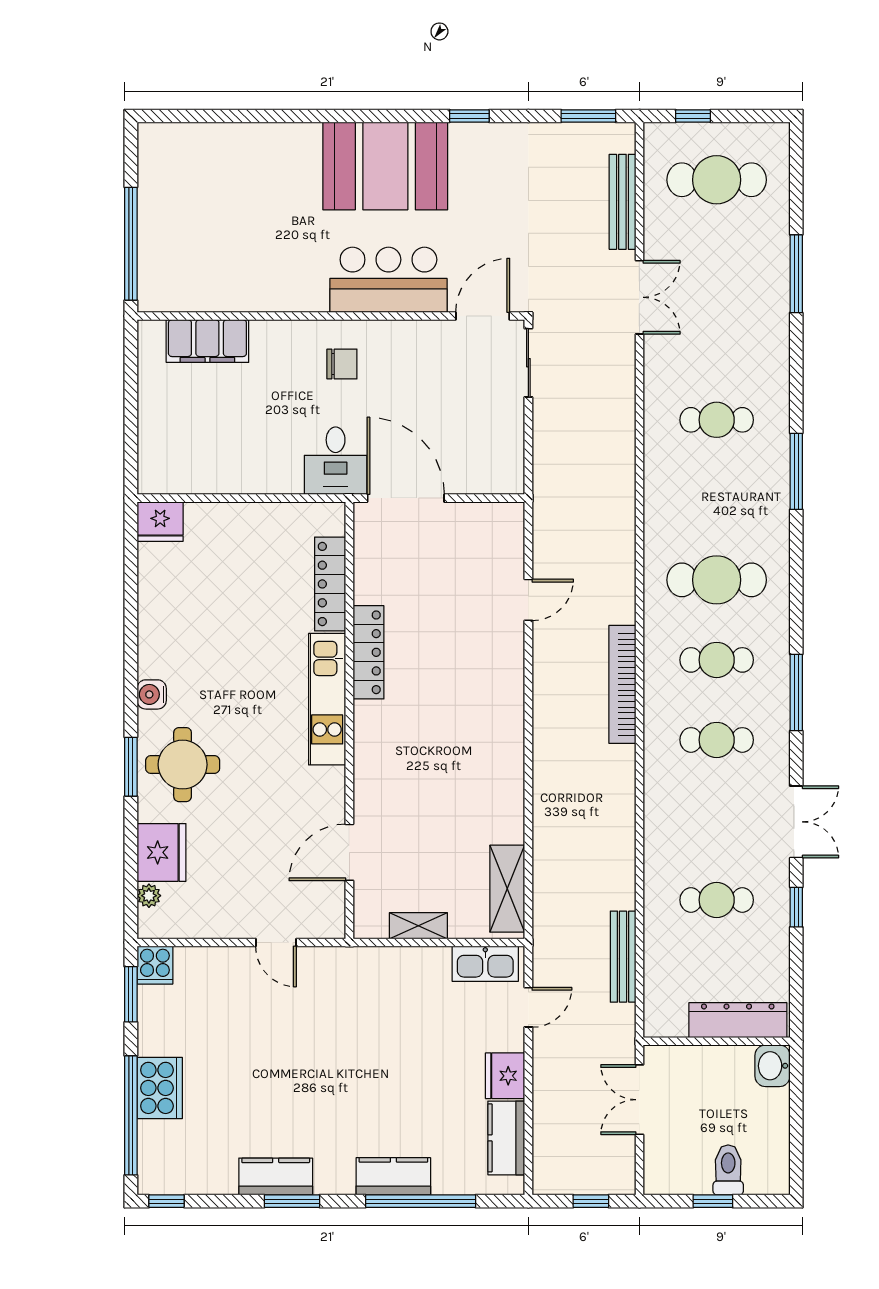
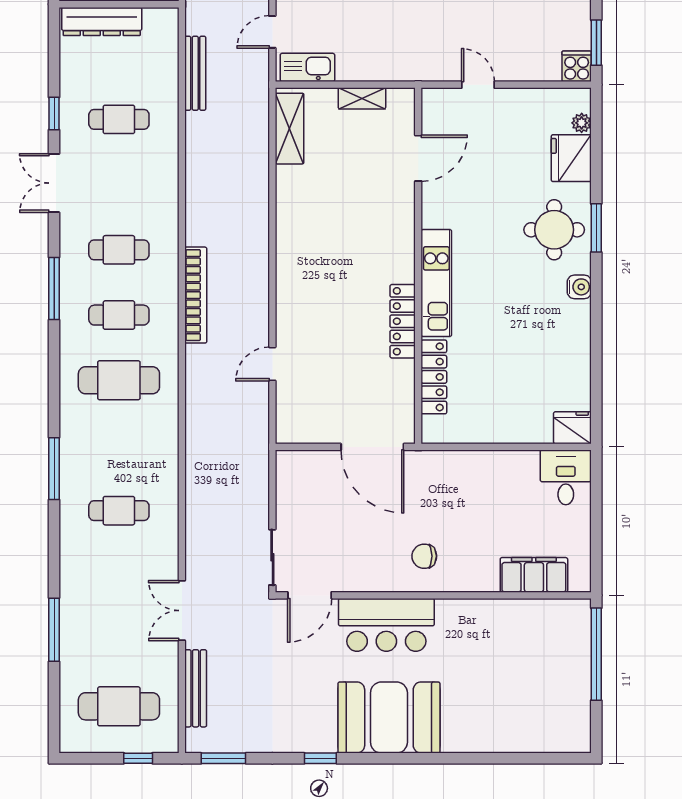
desk: (336, 461) -> (566, 477), moved

